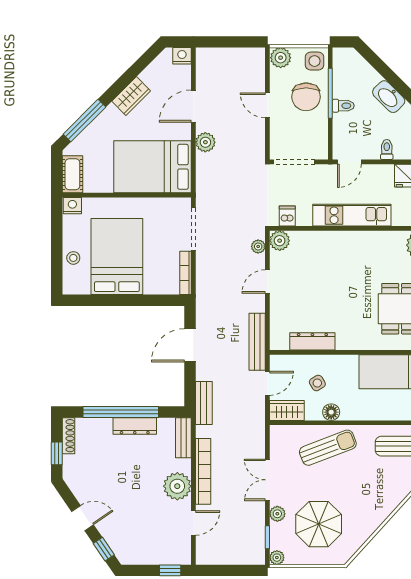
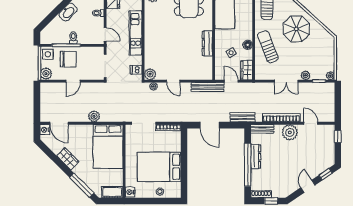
door: (193, 106) -> (59, 123), moved
dresser: (312, 341) -> (207, 43), moved
parasol: (319, 524) -> (296, 29), moved

